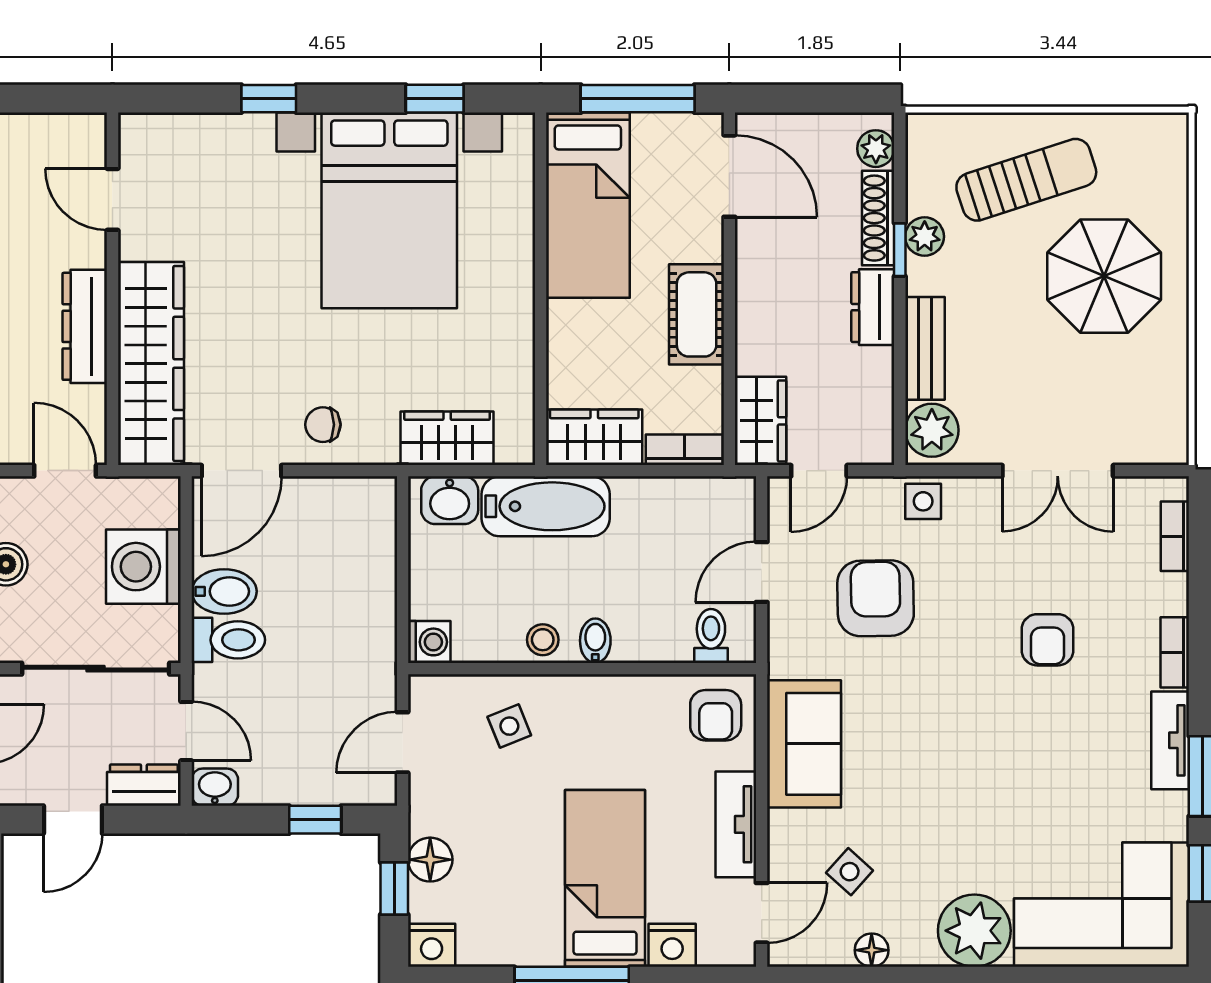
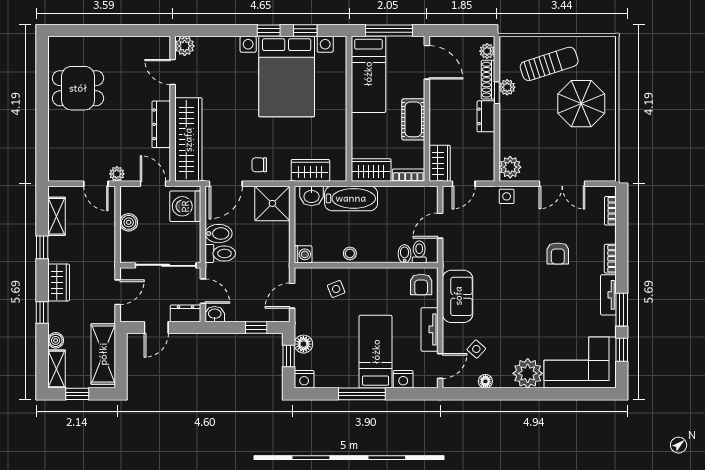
window: (269, 99) -> (269, 30), moved
plant: (142, 136) -> (185, 46), added
bench: (925, 348) -> (507, 133), removed
shower: (355, 518) -> (272, 203), added
washing machine: (143, 567) -> (185, 206), moved
armchair: (876, 598) -> (487, 236), removed
bidet: (595, 641) -> (405, 254), moved

